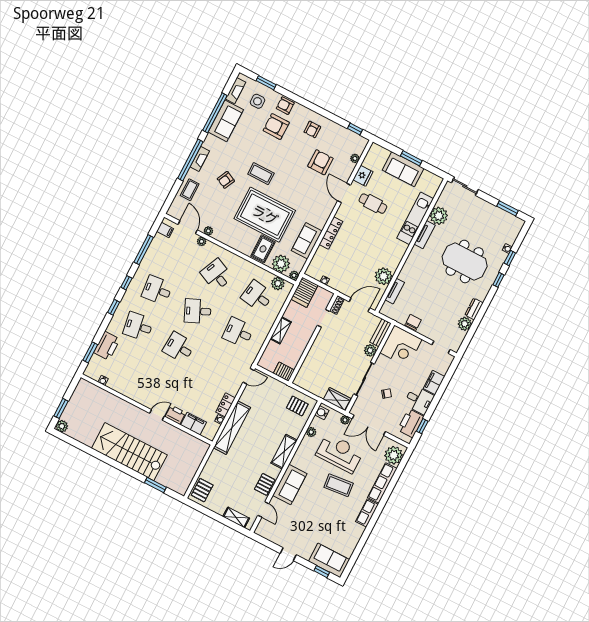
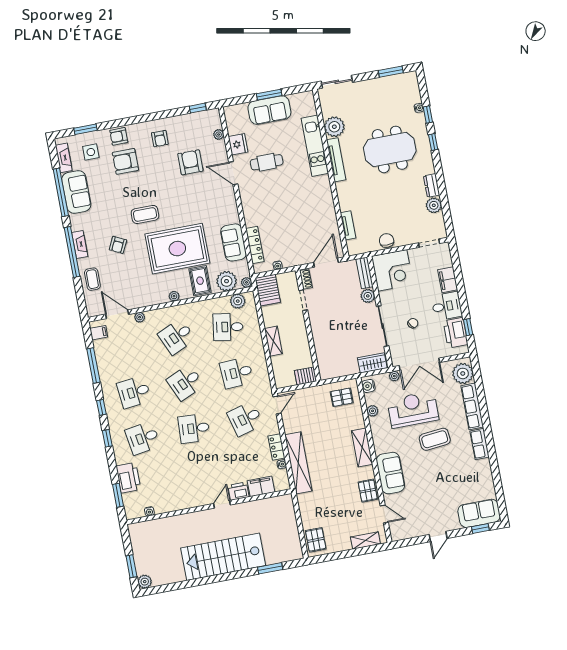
plant: (208, 231) -> (174, 296), moved
locker: (331, 233) -> (255, 245), moved
tv unit: (425, 235) -> (336, 160), width x1.41
desk: (217, 275) -> (177, 337), turned -48
plant: (383, 276) -> (327, 220), removed
desk: (219, 369) -> (245, 419), added

